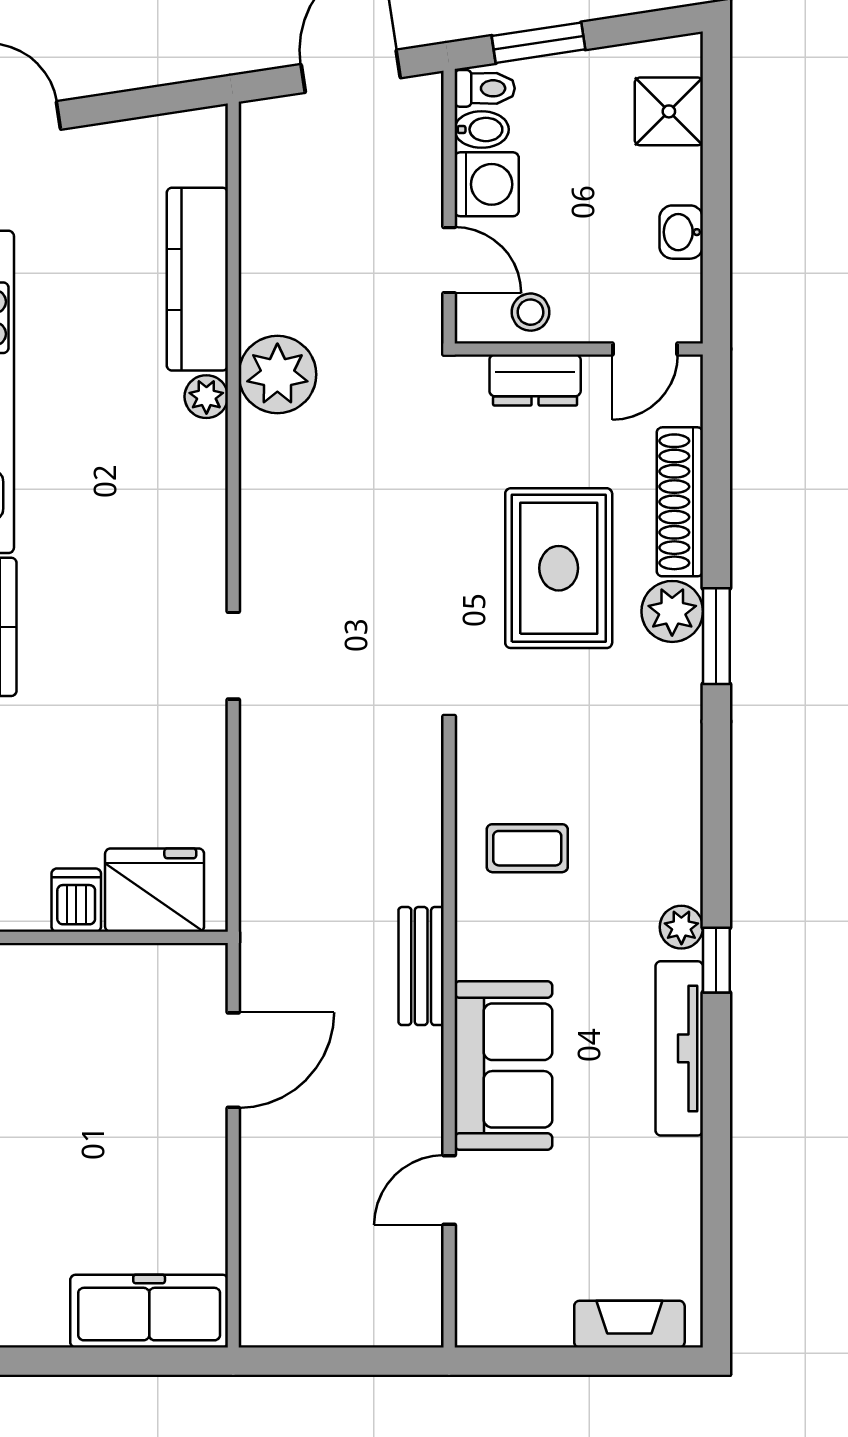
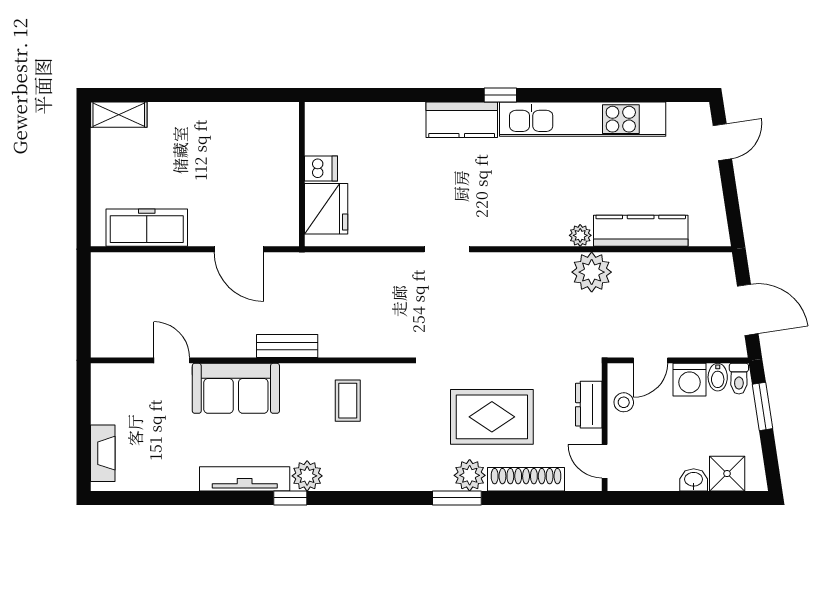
washbasin: (681, 232) -> (694, 480), moved
plant: (681, 927) -> (307, 476), width x1.38, depth x1.38
freezer: (149, 1311) -> (147, 228), moved, turned -90

